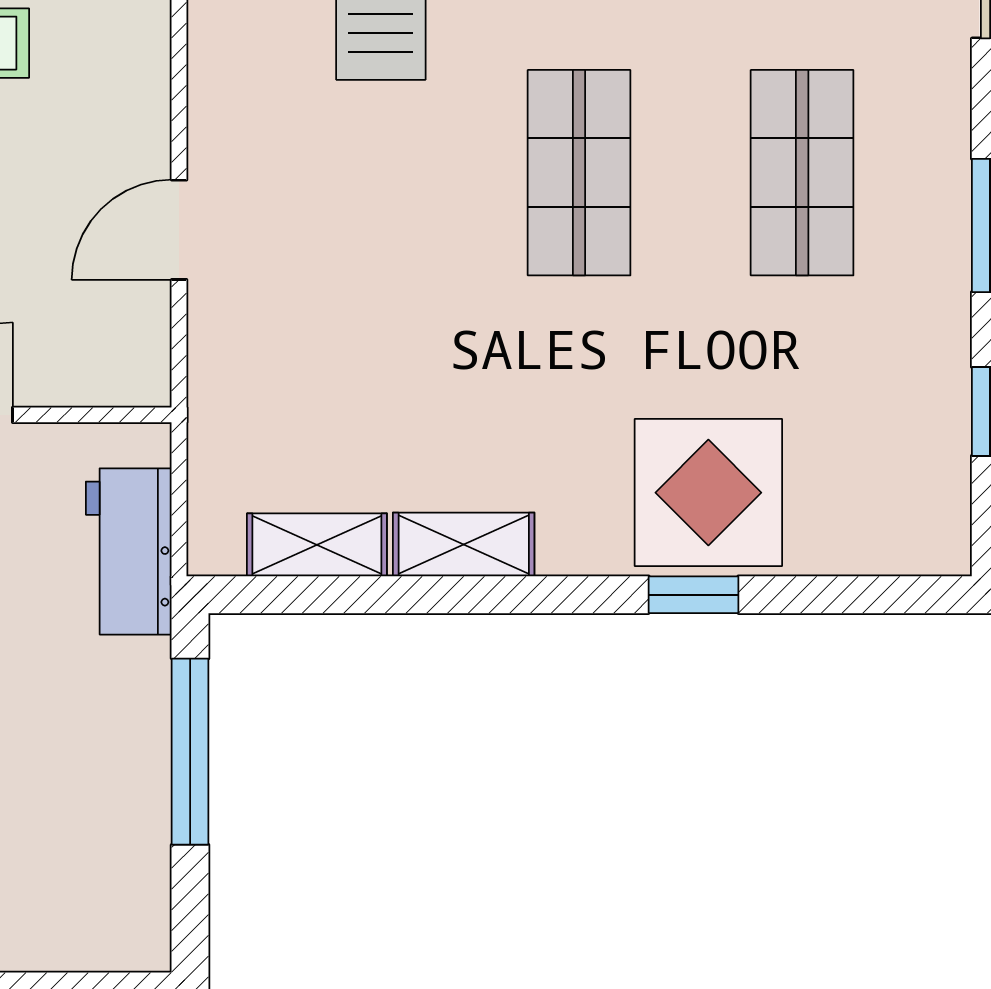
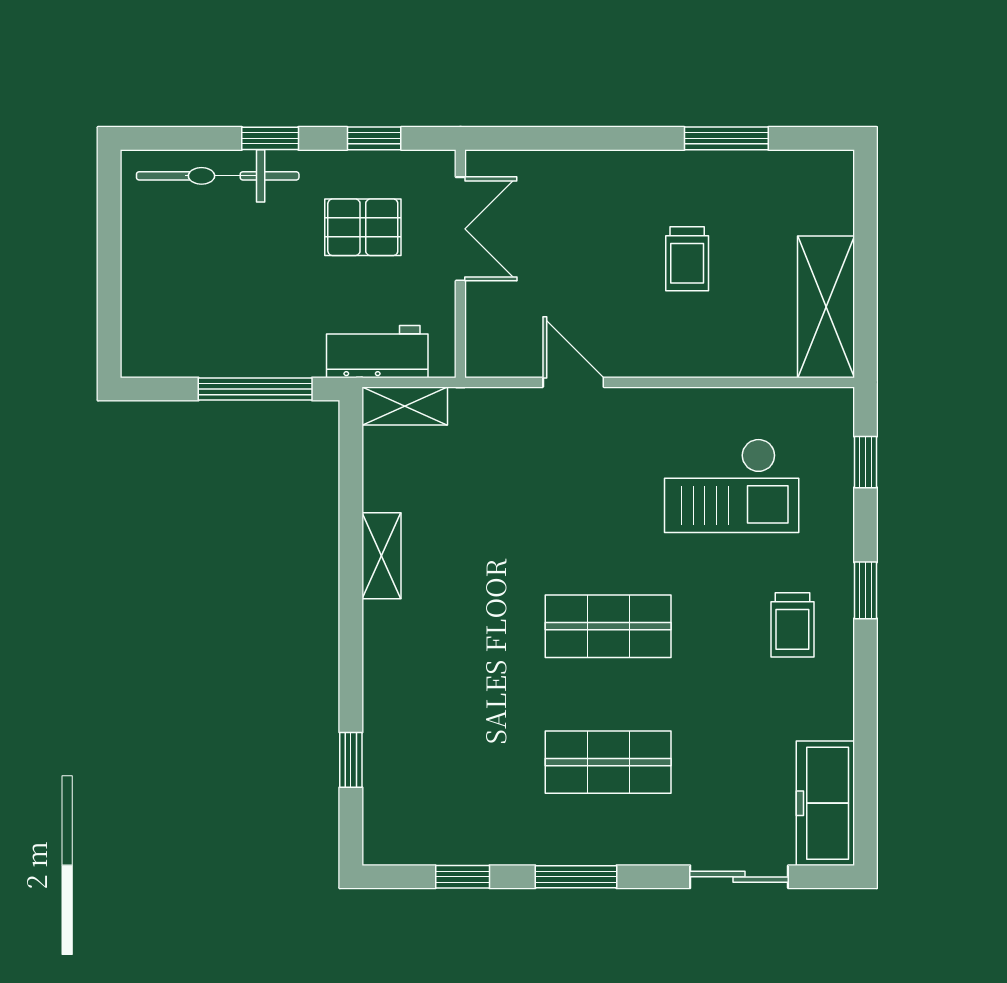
display table: (708, 493) -> (413, 705), removed
shelving: (317, 545) -> (405, 406), moved, turned 90
window: (693, 595) -> (351, 760), moved

